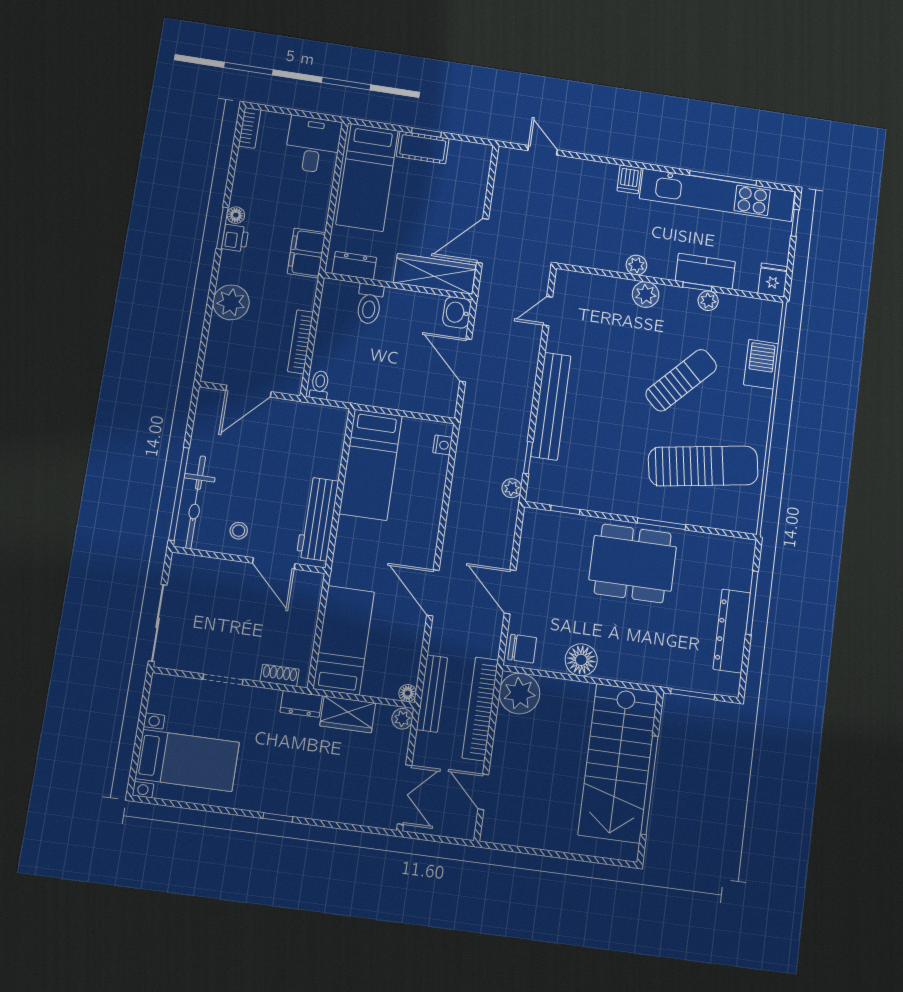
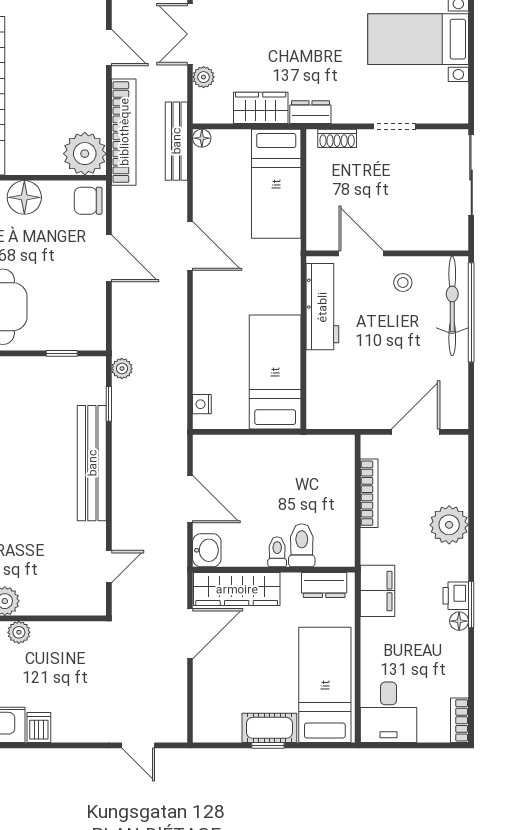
toilet: (320, 385) -> (277, 552), moved, turned 180
plant: (402, 719) -> (204, 77), moved

